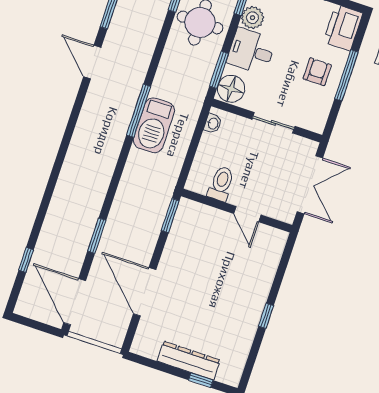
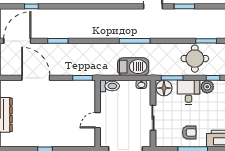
barbecue: (154, 125) -> (133, 67), moved, turned 180
toilet: (221, 184) -> (110, 86), moved
door: (145, 292) -> (36, 78), hinge flipped

